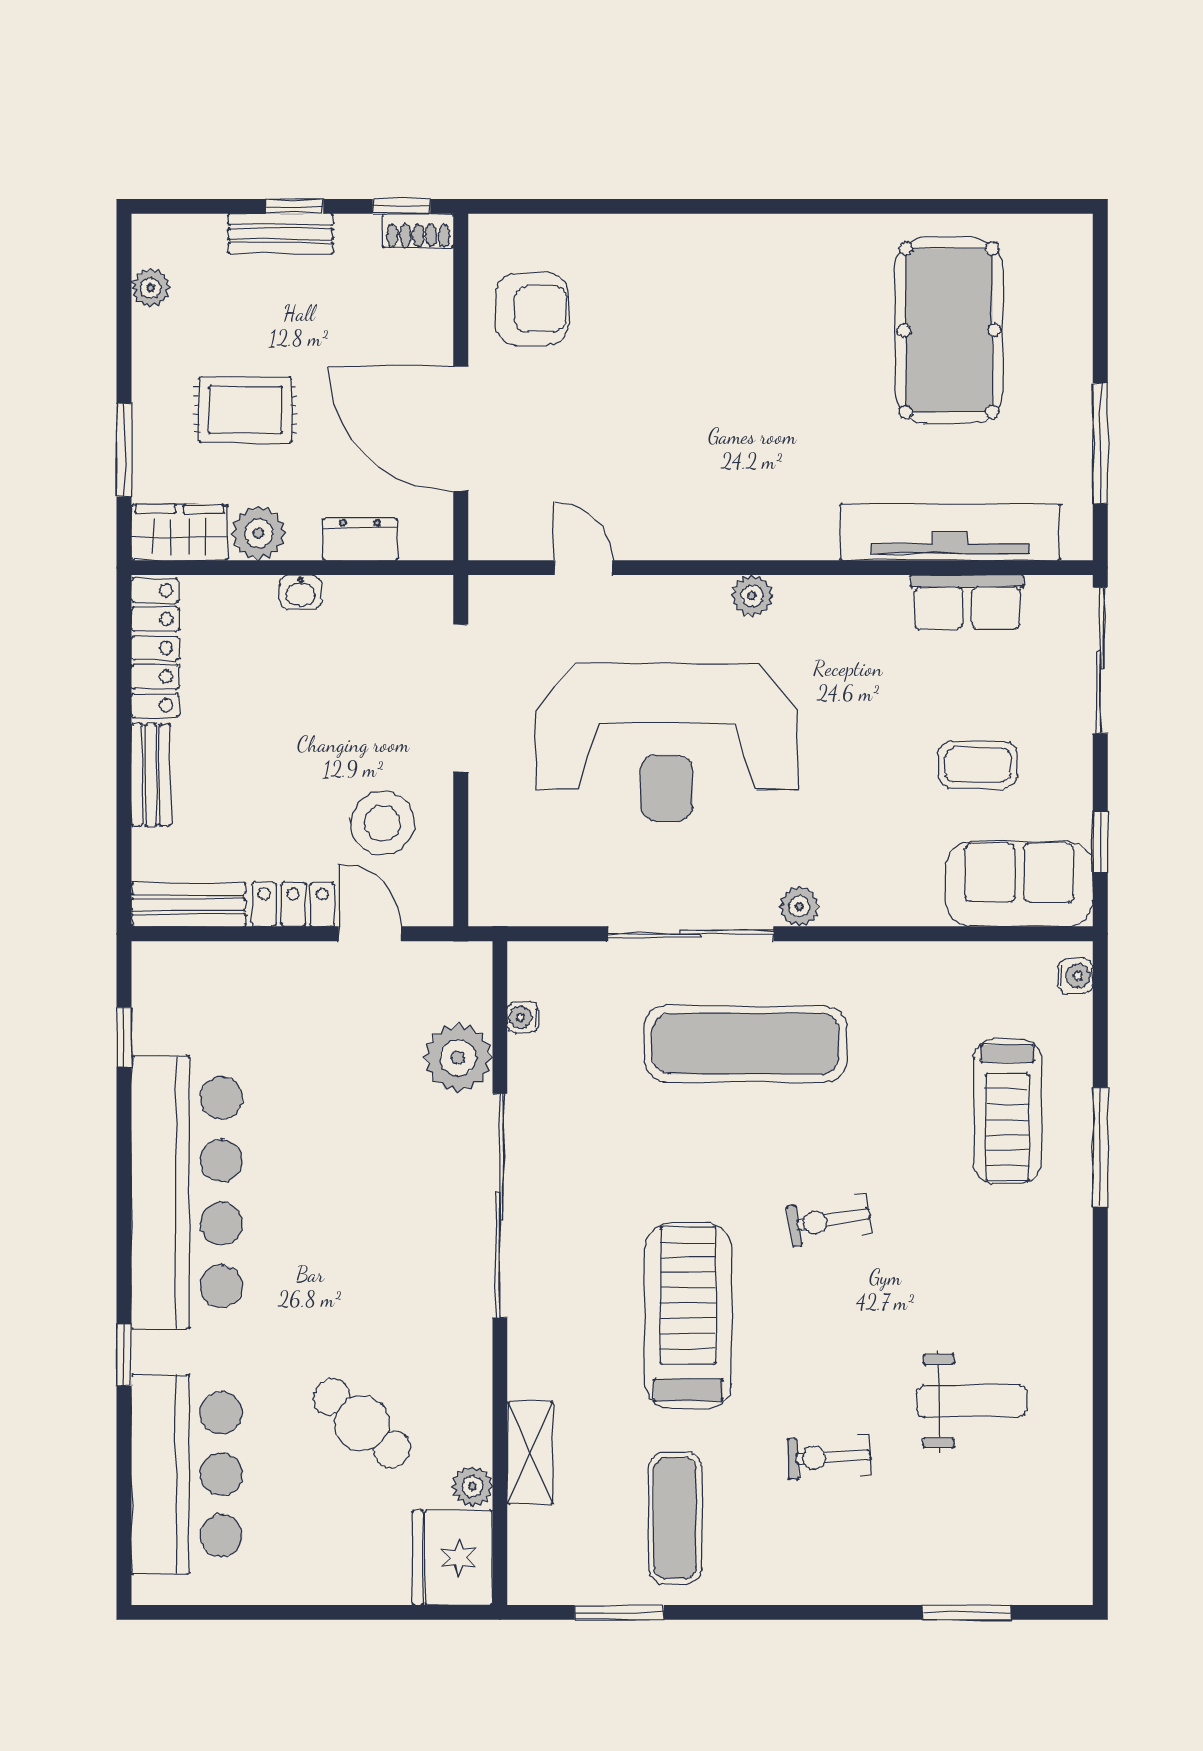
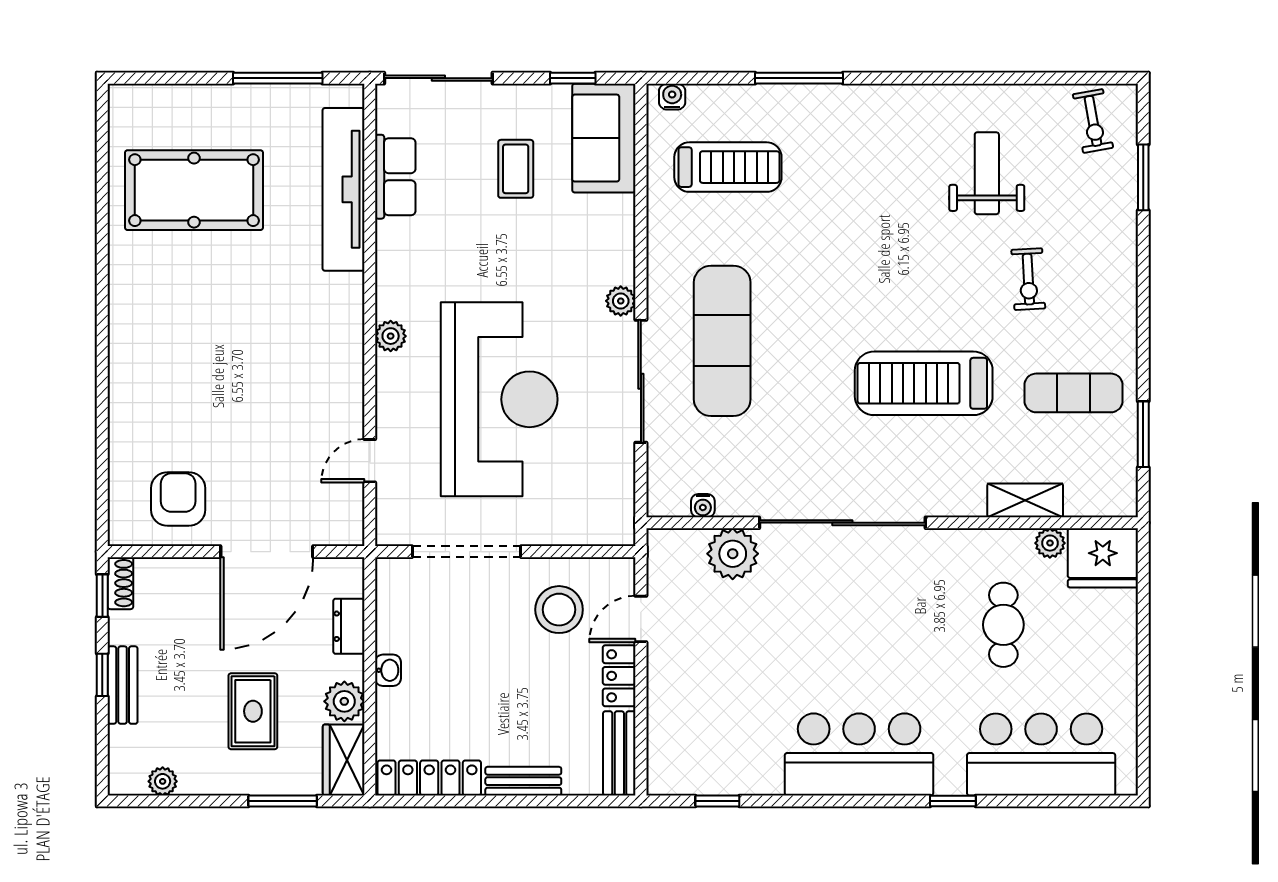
treadmill: (1008, 1111) -> (728, 167), moved
bar counter: (187, 1192) -> (859, 754), width x0.73
exercise bike: (829, 1220) -> (1093, 121), moved
cafe table: (362, 1423) -> (1003, 625), turned -41

